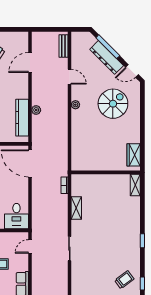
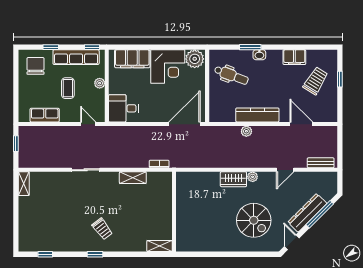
kitchen counter: (22, 118) -> (257, 115), moved
wardrobe: (134, 155) -> (233, 179), moved, turned 180
trolley: (124, 280) -> (102, 229), moved

